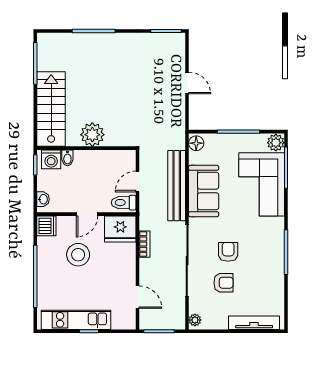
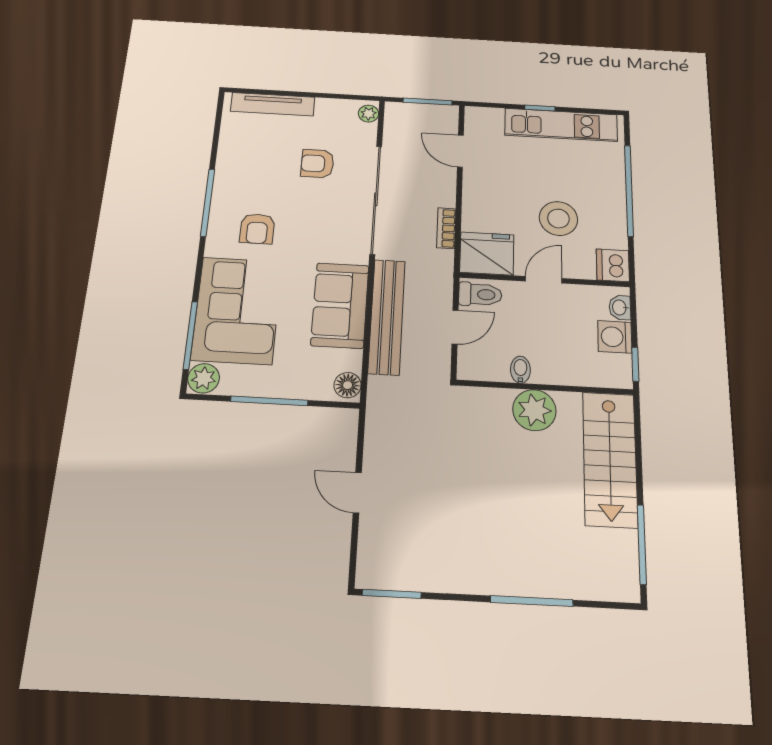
bidet: (67, 158) -> (520, 370), moved
washing machine: (51, 159) -> (615, 337), moved, turned -90
armchair: (228, 252) -> (257, 229), moved

